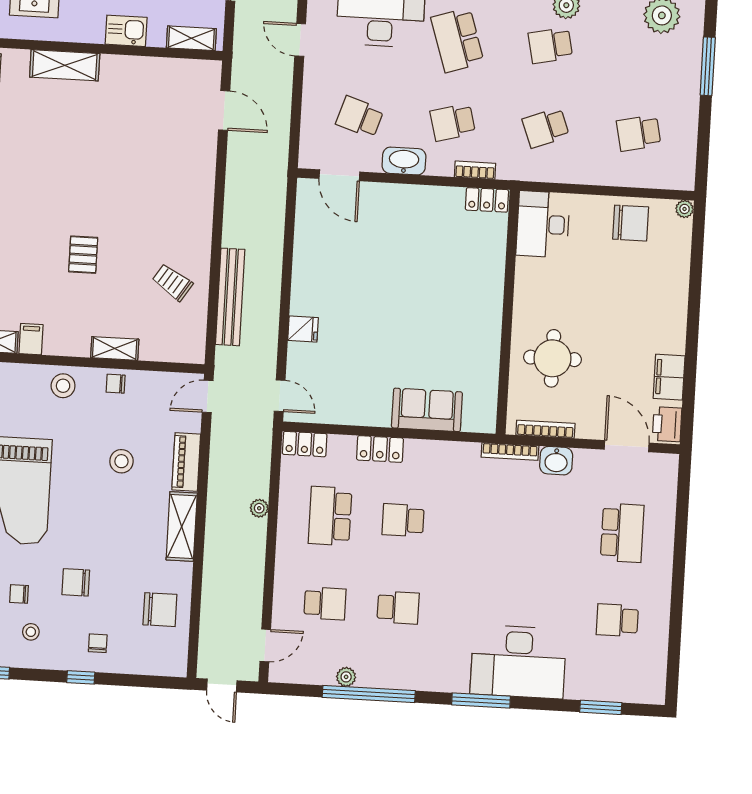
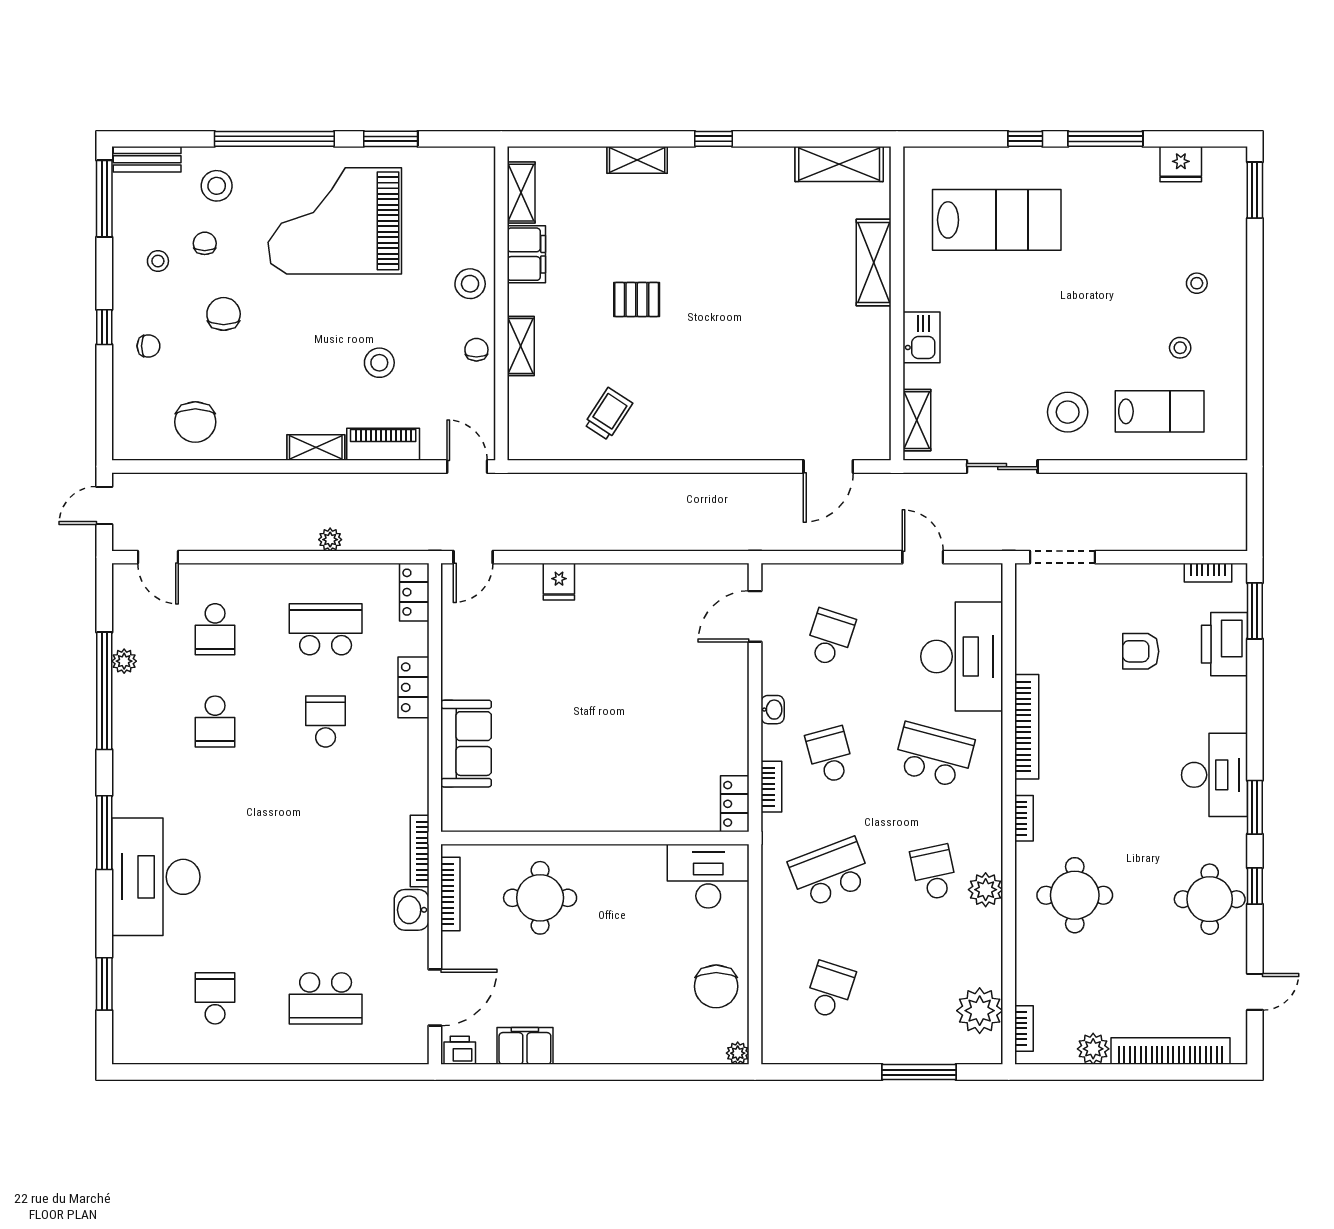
door: (300, 40) -> (923, 557), hinge flipped
school desk: (457, 40) -> (934, 755), turned 33
school desk: (546, 128) -> (830, 873), width x1.85
school desk: (639, 133) -> (830, 990), turned 30
washbasin: (404, 161) -> (773, 710), width x0.52, depth x0.69
bench: (230, 297) -> (594, 488), removed
filing cabinet: (31, 339) -> (526, 254), width x2.00
printer: (667, 424) -> (460, 1050), width x0.73, depth x0.81
shelving: (182, 527) -> (316, 448), width x0.67, depth x0.75

